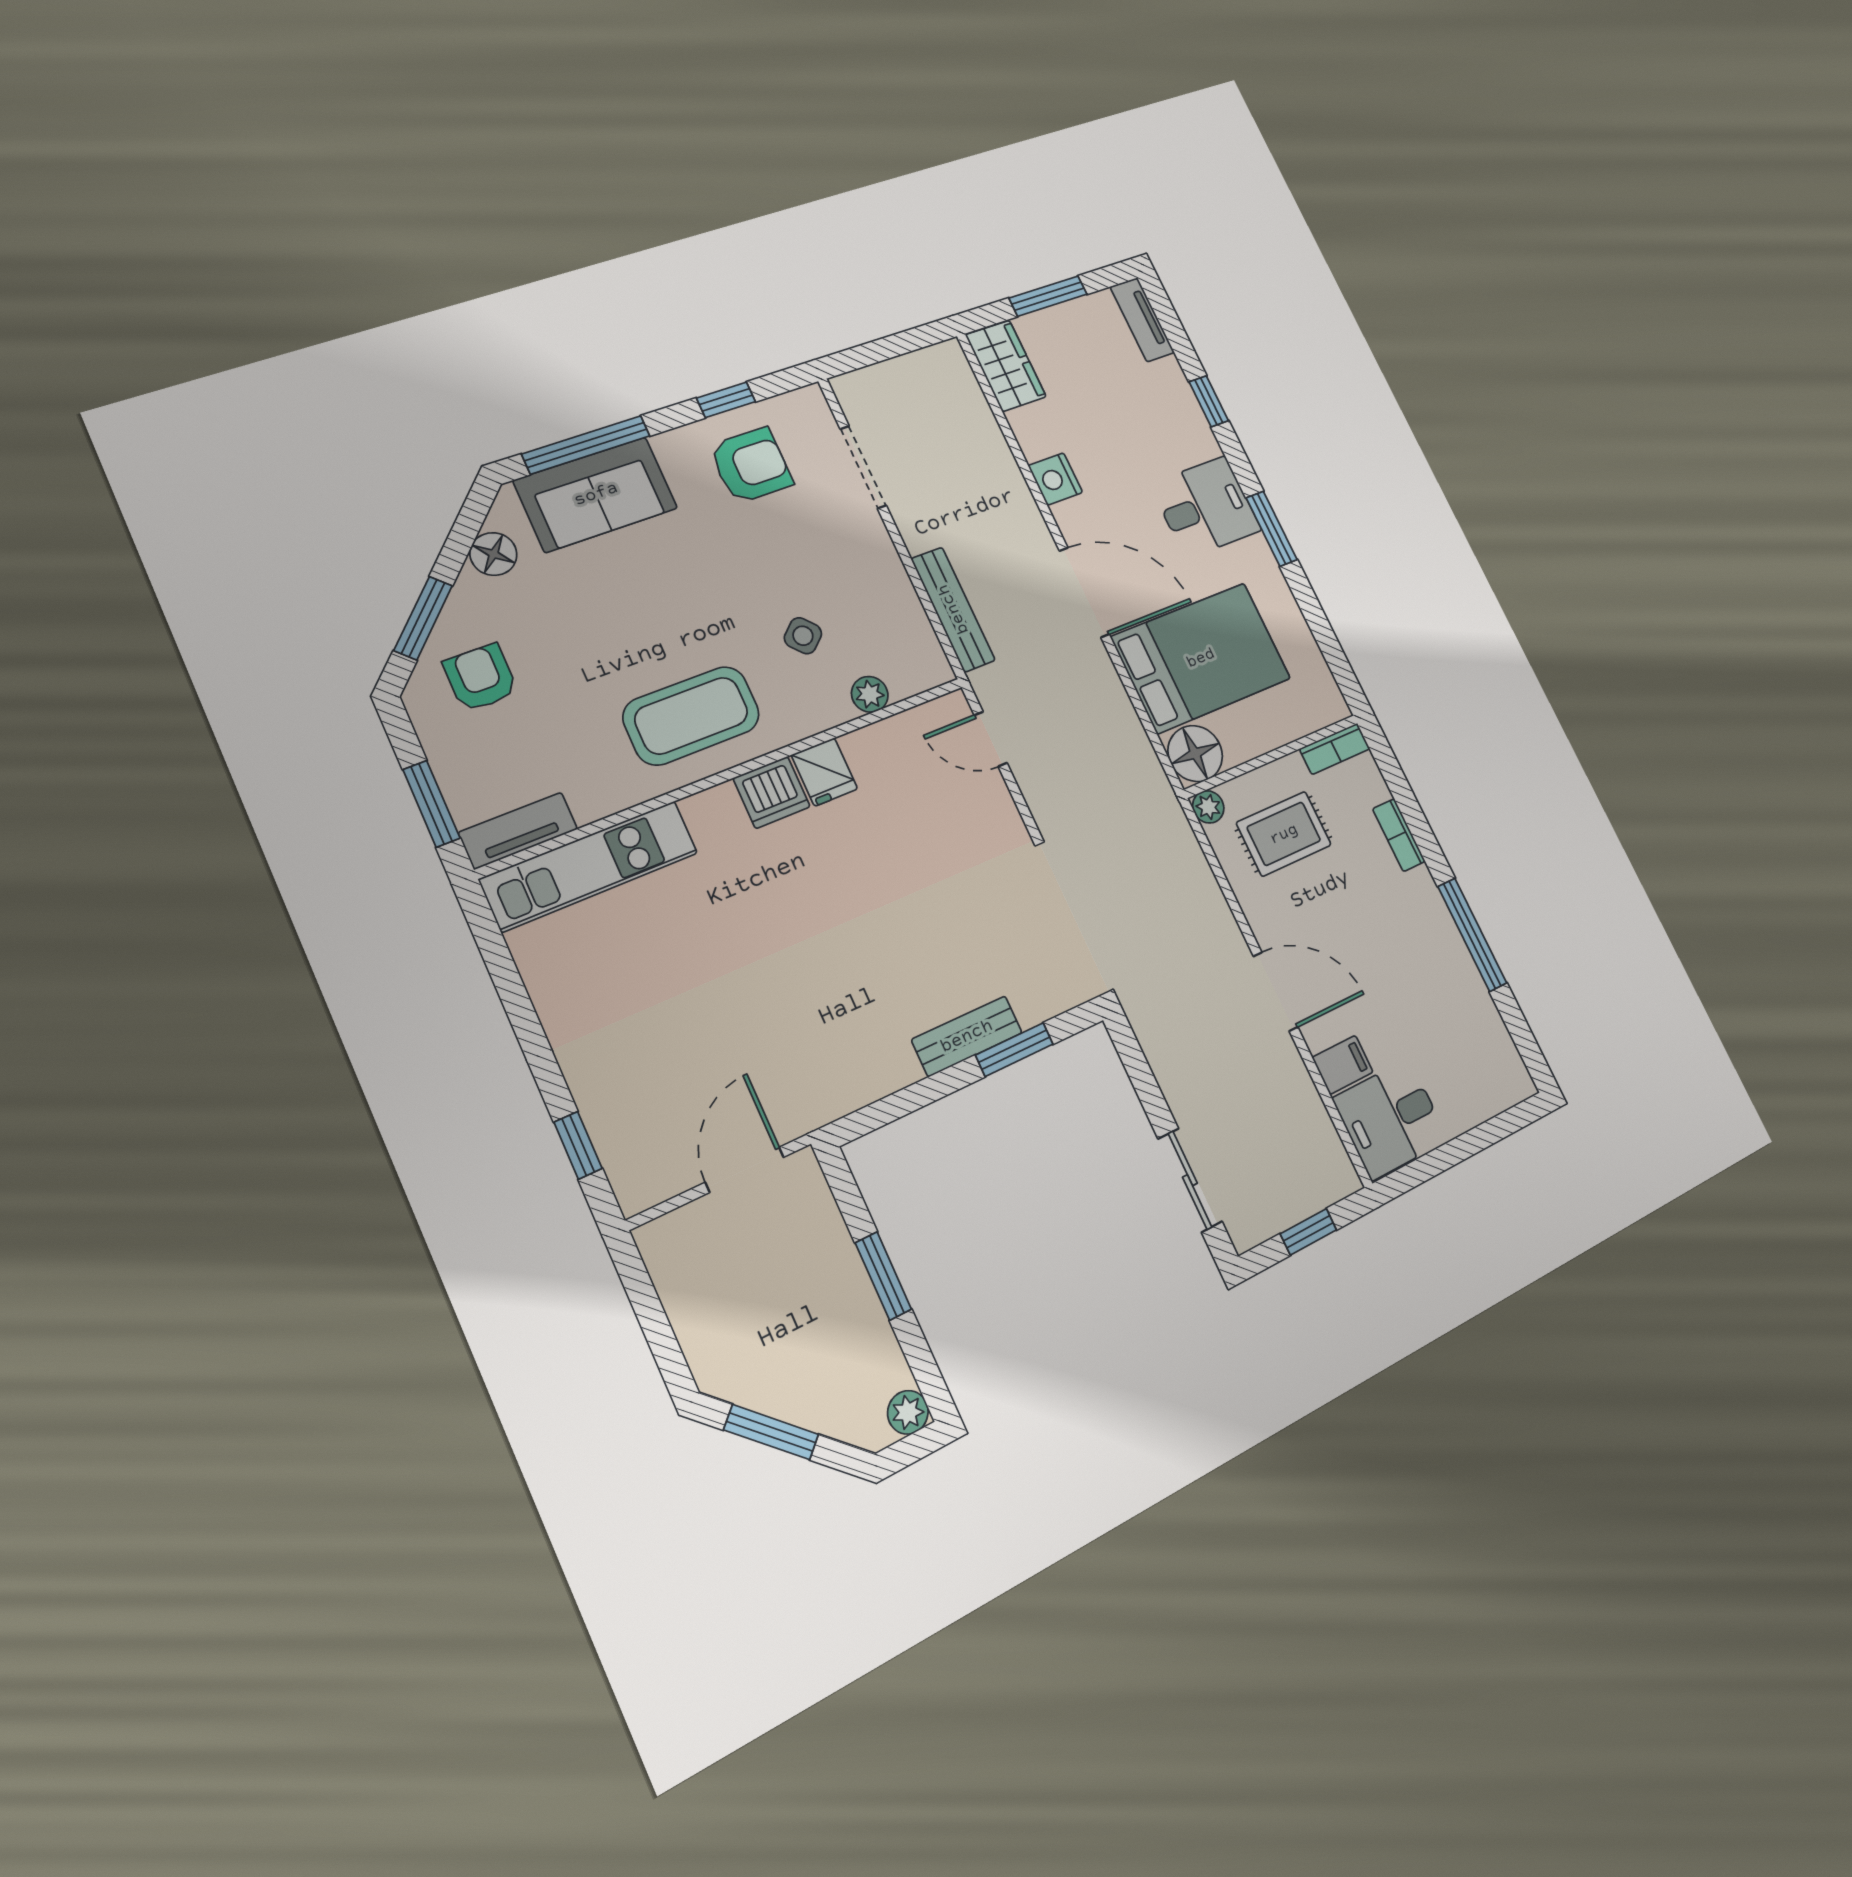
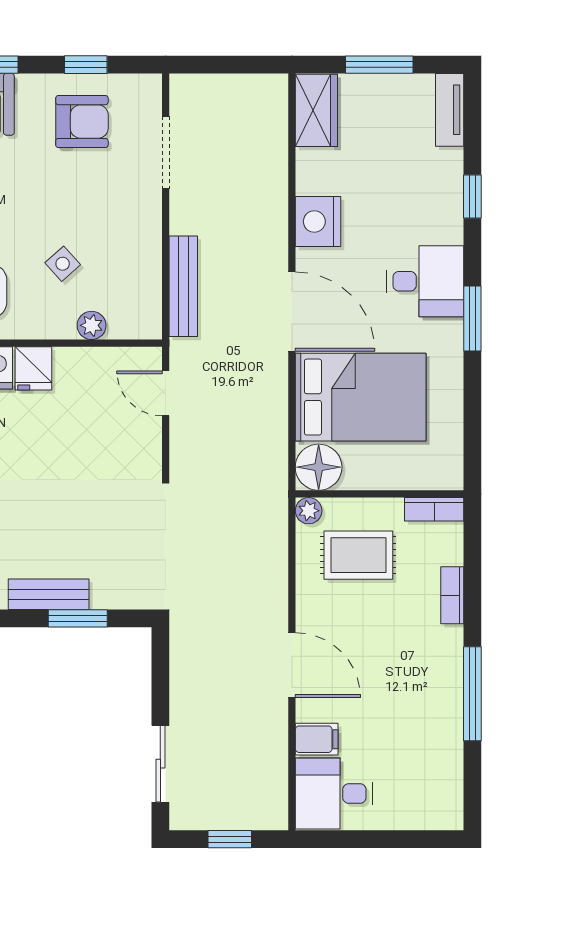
nightstand: (1055, 479) -> (318, 221), width x1.36, depth x1.33

